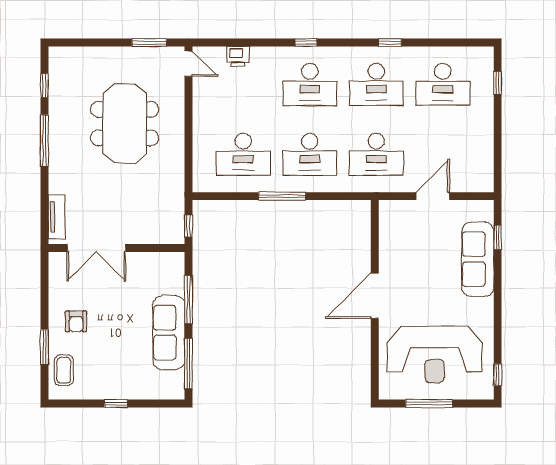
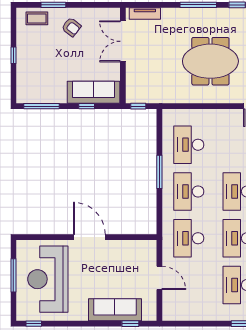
window: (188, 300) -> (87, 106), width x0.46
armchair: (76, 321) -> (71, 27), turned -142
sofa: (169, 333) -> (93, 92), moved

